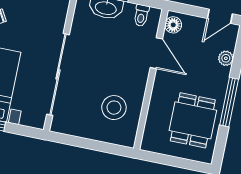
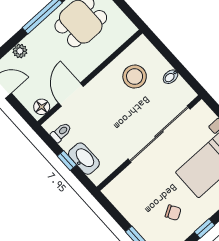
bidet: (84, 130) -> (171, 77), added

